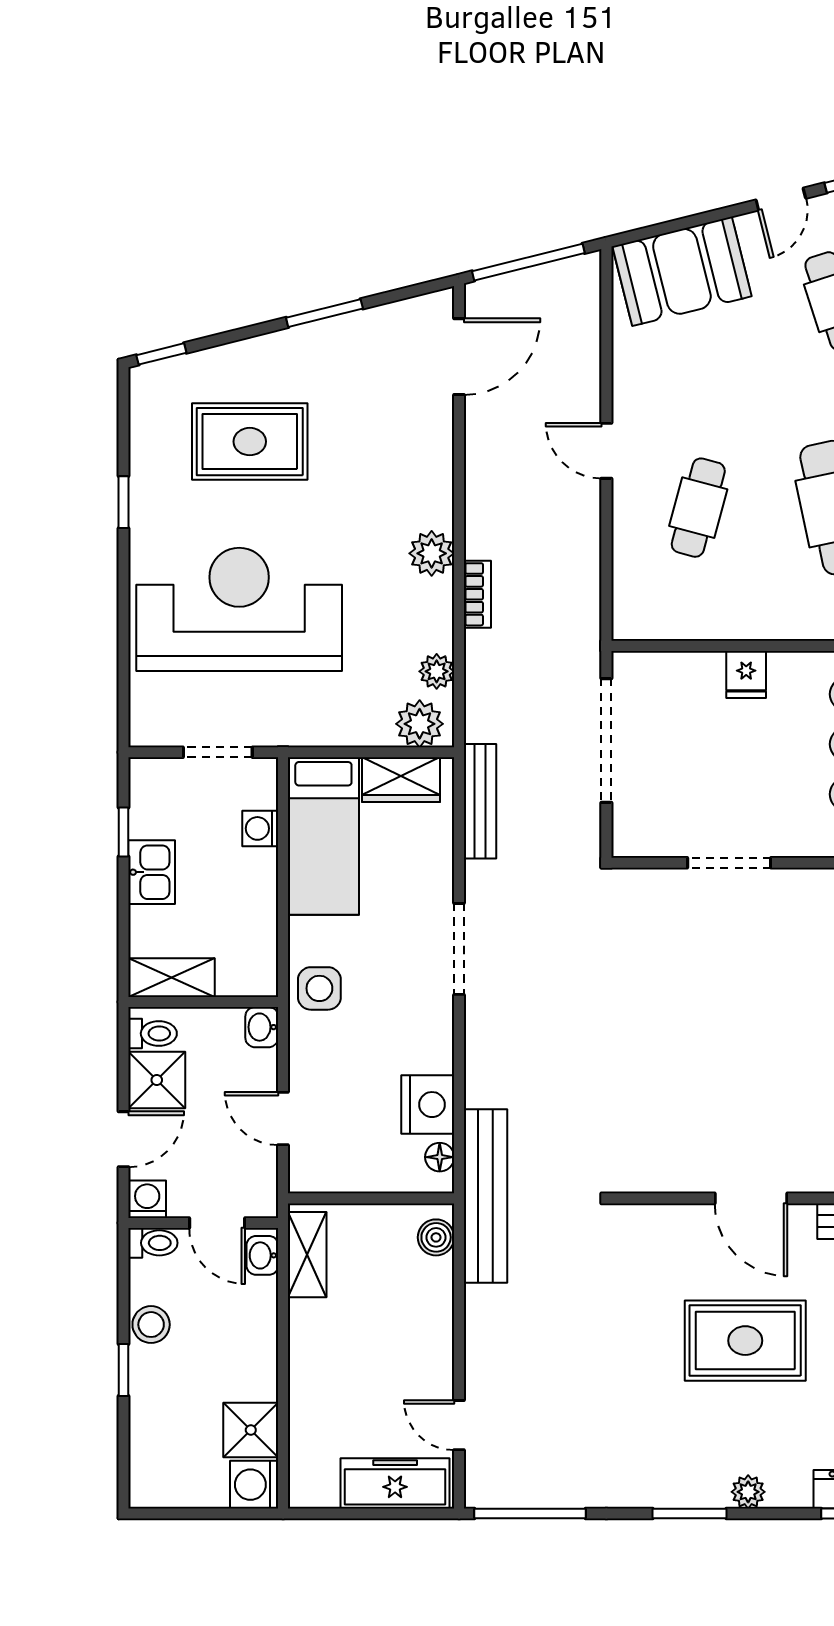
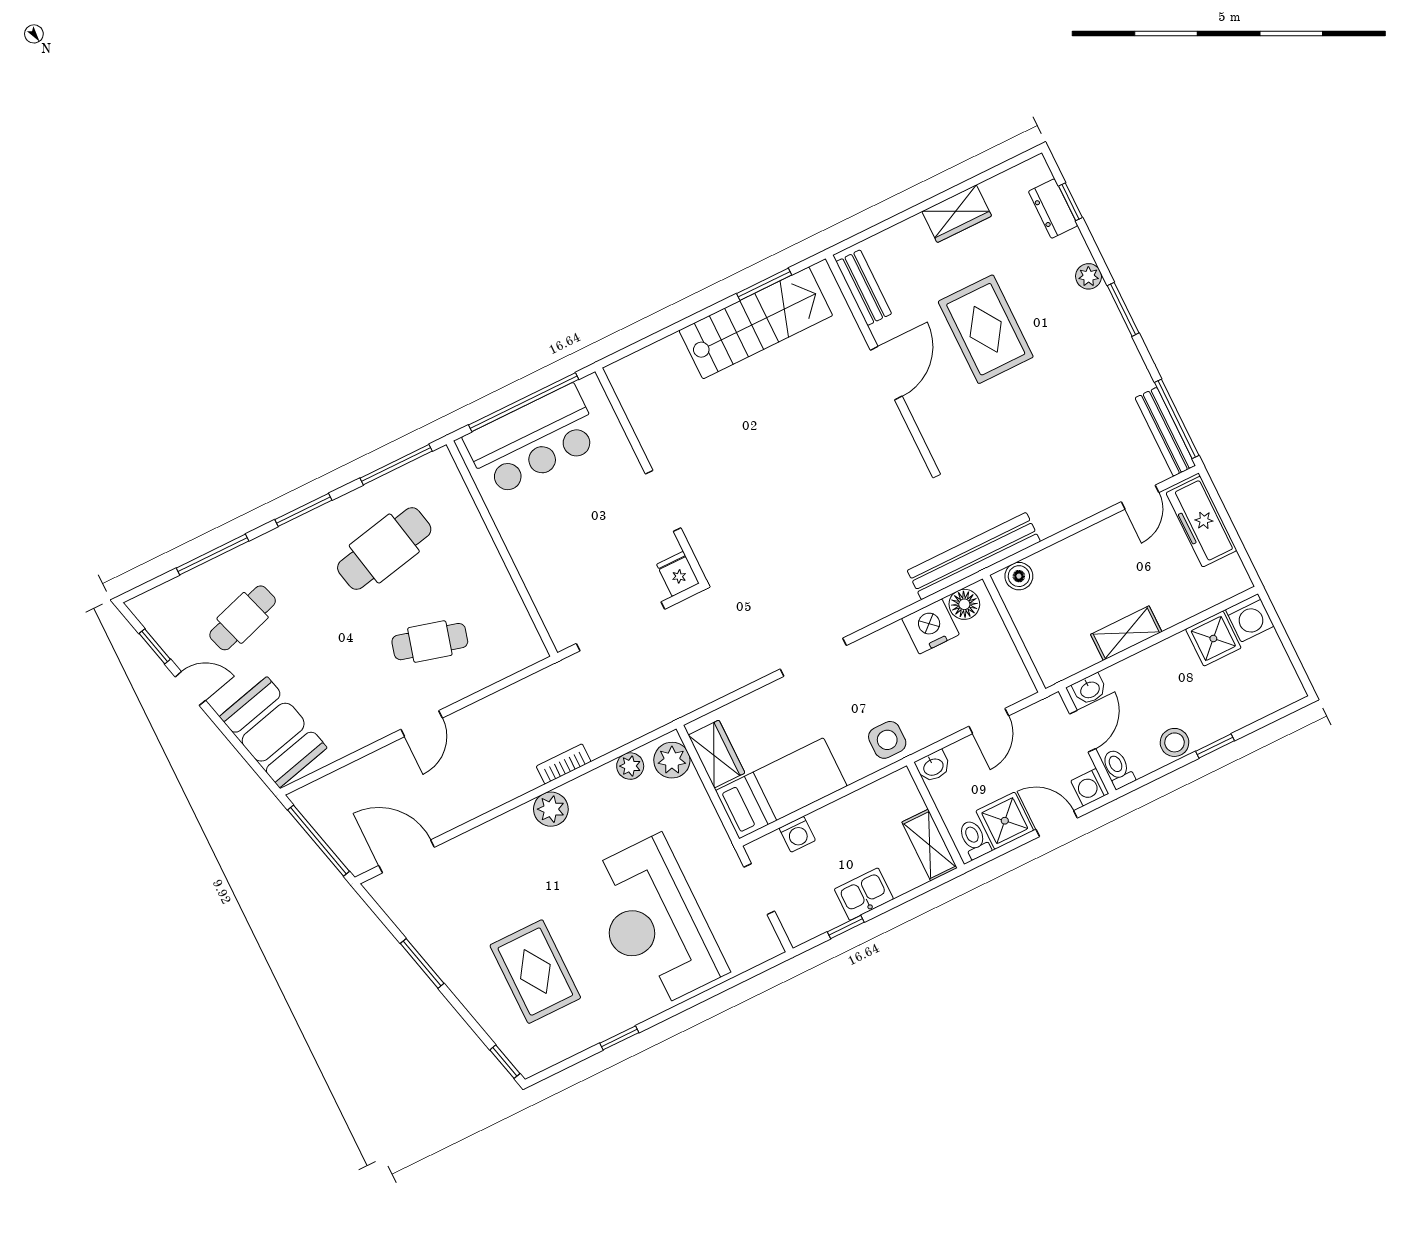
fridge: (746, 674) -> (678, 574), moved, turned -90
bench: (480, 801) -> (1165, 432), moved, turned 90
floor lamp: (440, 1157) -> (964, 604), width x1.37, depth x1.37
shelving: (307, 1255) -> (1126, 633), moved

